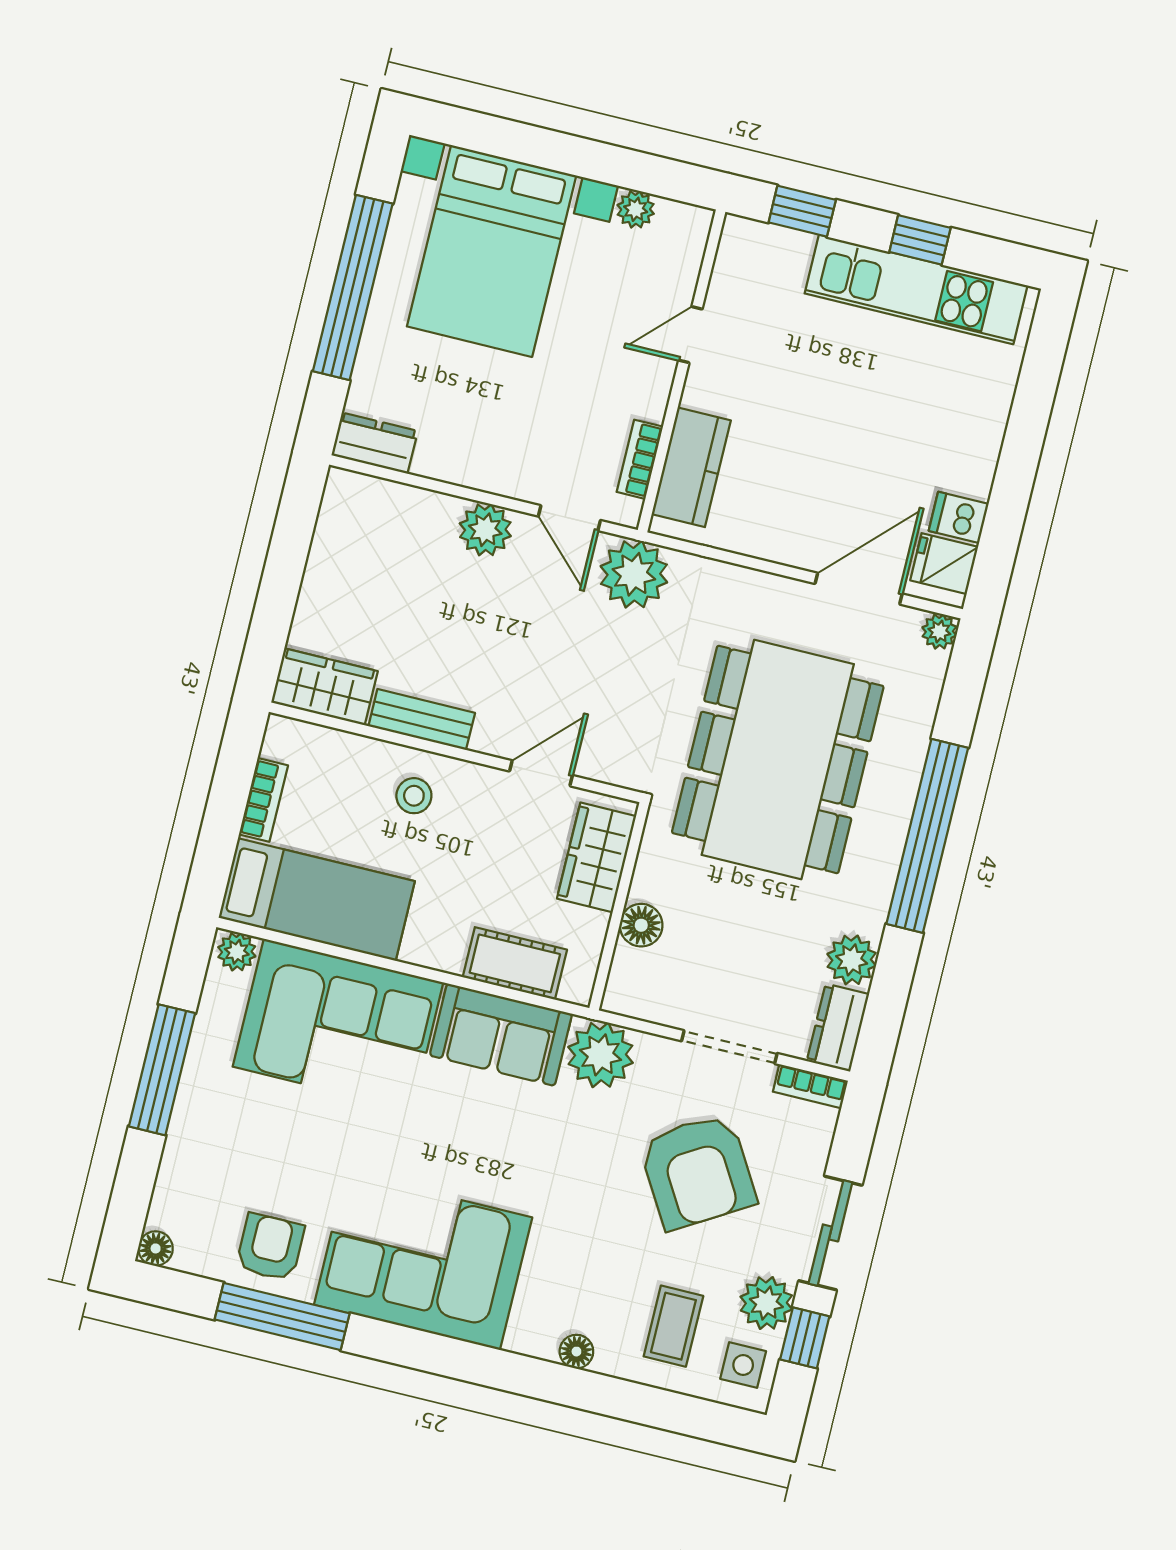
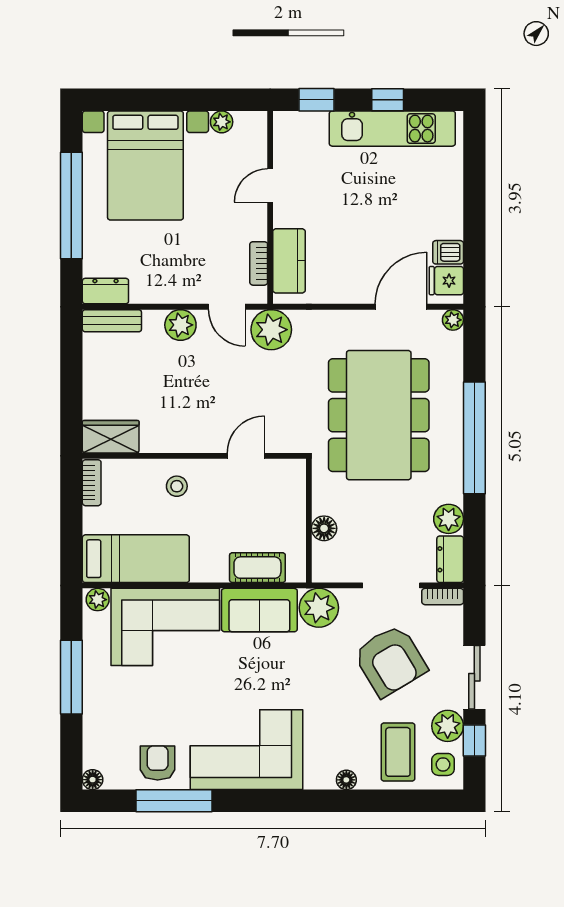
bench: (422, 720) -> (112, 321), moved
bookcase: (263, 800) -> (92, 483), moved
wardrobe: (597, 857) -> (289, 496), removed
coffee table: (673, 1326) -> (398, 752), width x1.36, depth x1.30

